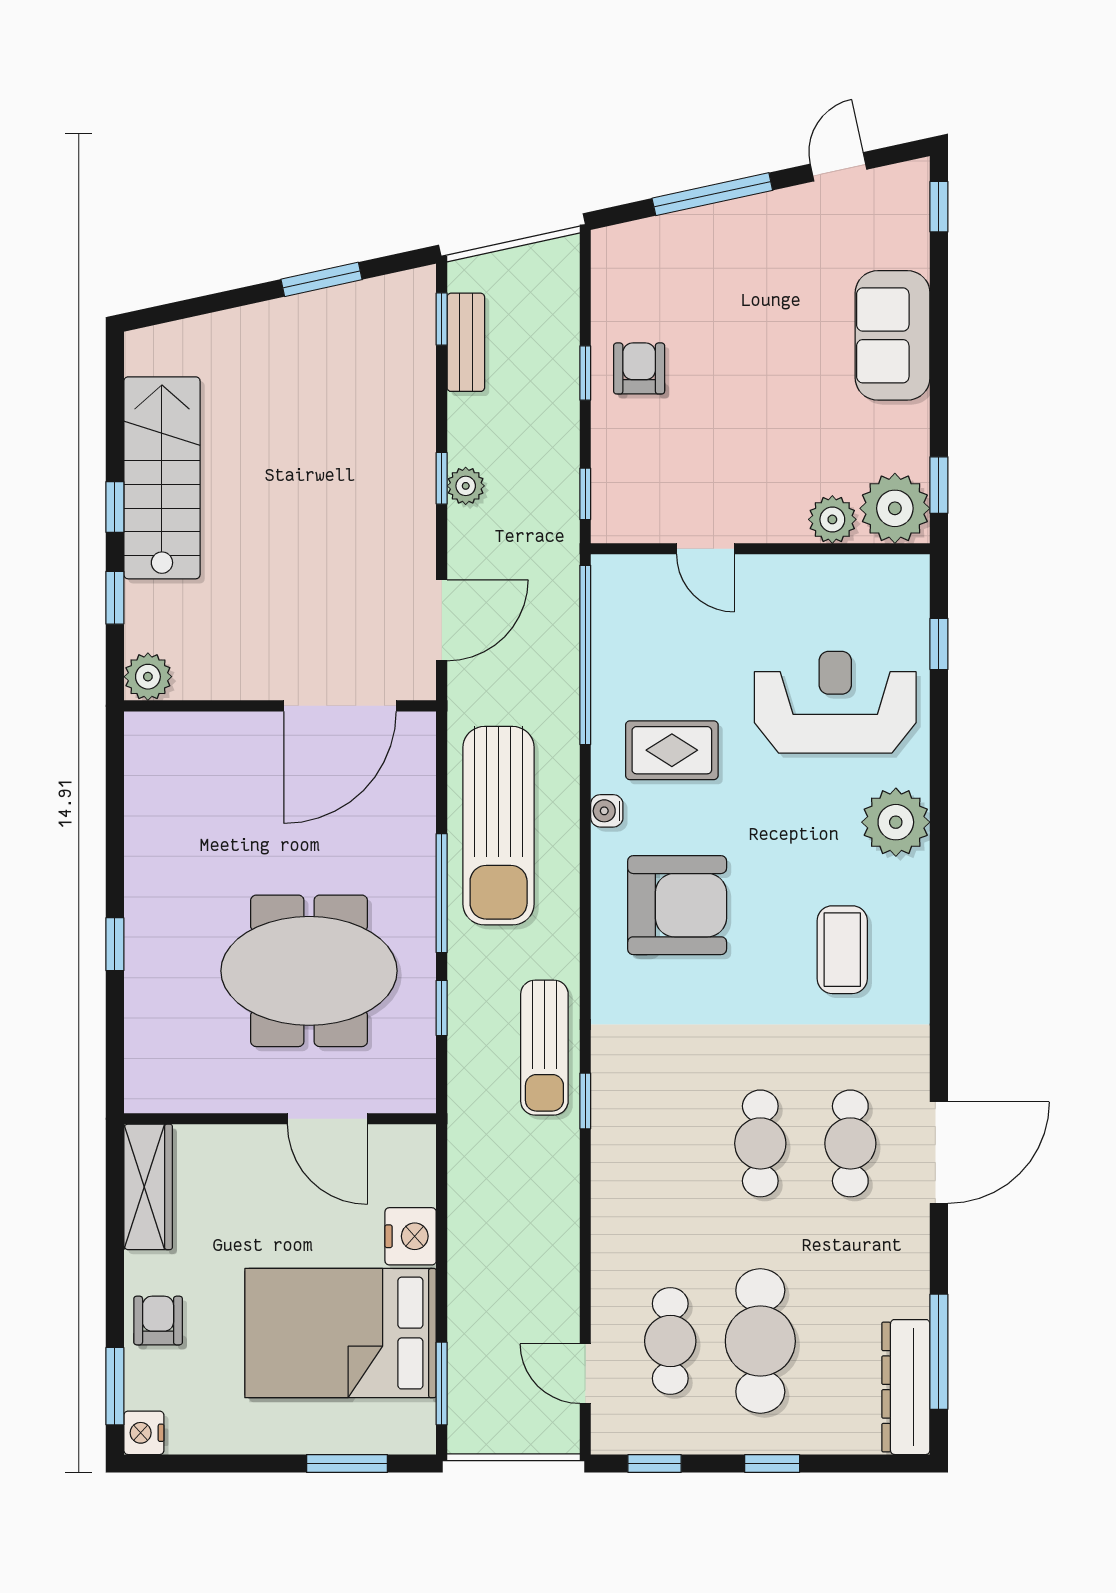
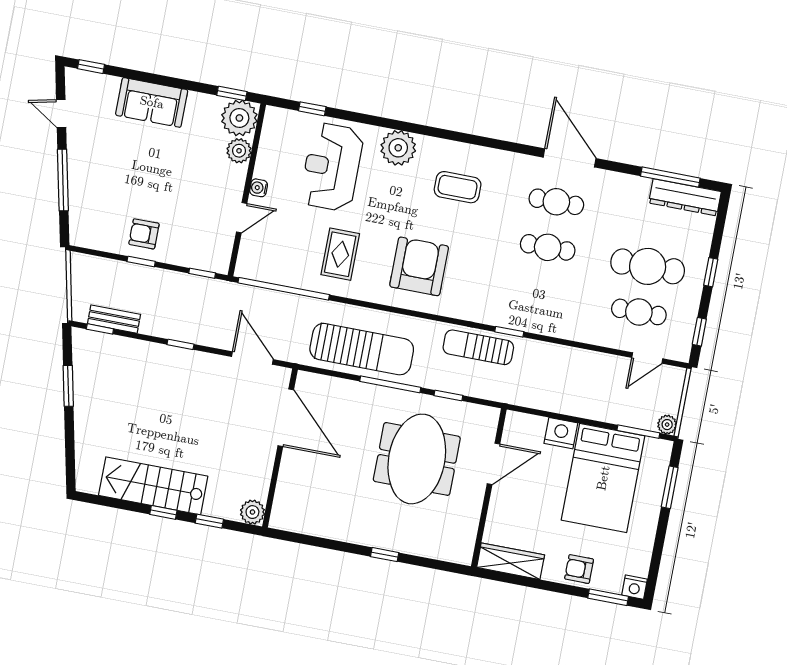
plant: (466, 486) -> (667, 425), moved
water cooler: (607, 811) -> (259, 188), moved, turned 90
sun lounger: (544, 1048) -> (478, 347), turned 180

